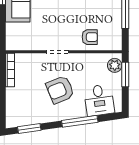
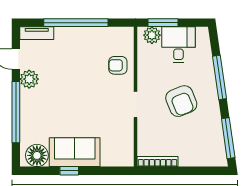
armchair: (90, 37) -> (118, 65), turned -90
desk: (99, 100) -> (178, 45), moved, turned -82
window: (29, 128) -> (228, 138), width x1.44

